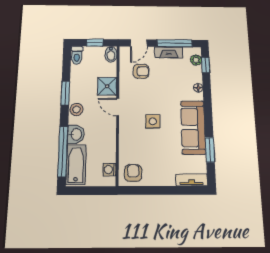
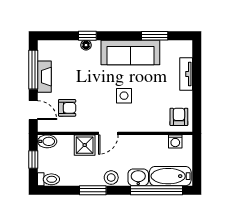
plant: (196, 60) -> (53, 46), removed
window: (206, 65) -> (87, 36), moved
armchair: (141, 71) -> (67, 108), turned 90
armchair: (133, 173) -> (179, 117), turned 90
tv unit: (191, 180) -> (186, 74), moved

